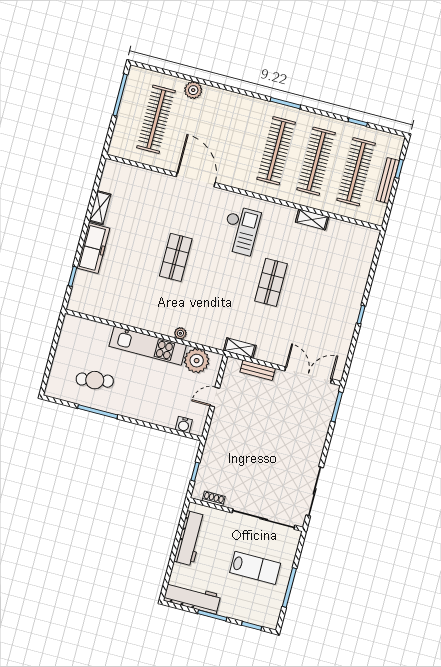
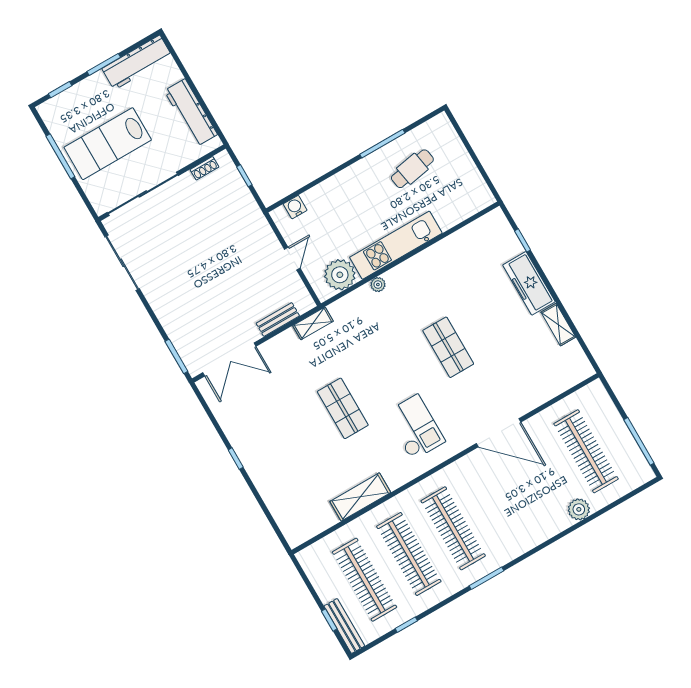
bench: (388, 180) -> (344, 626), moved
shelving: (312, 219) -> (360, 497), width x1.50, depth x1.33
checkout: (240, 230) -> (415, 427), turned 180
lab bench: (255, 568) -> (108, 144), width x1.36, depth x1.39

